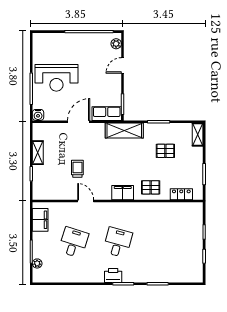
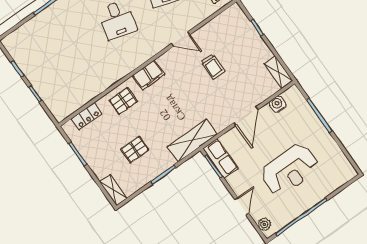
reception desk: (56, 78) -> (290, 170), moved, turned 180
row of seats: (107, 114) -> (221, 159), moved, turned -90
water cooler: (38, 115) -> (278, 104), moved
shelving: (38, 153) -> (278, 72), moved

